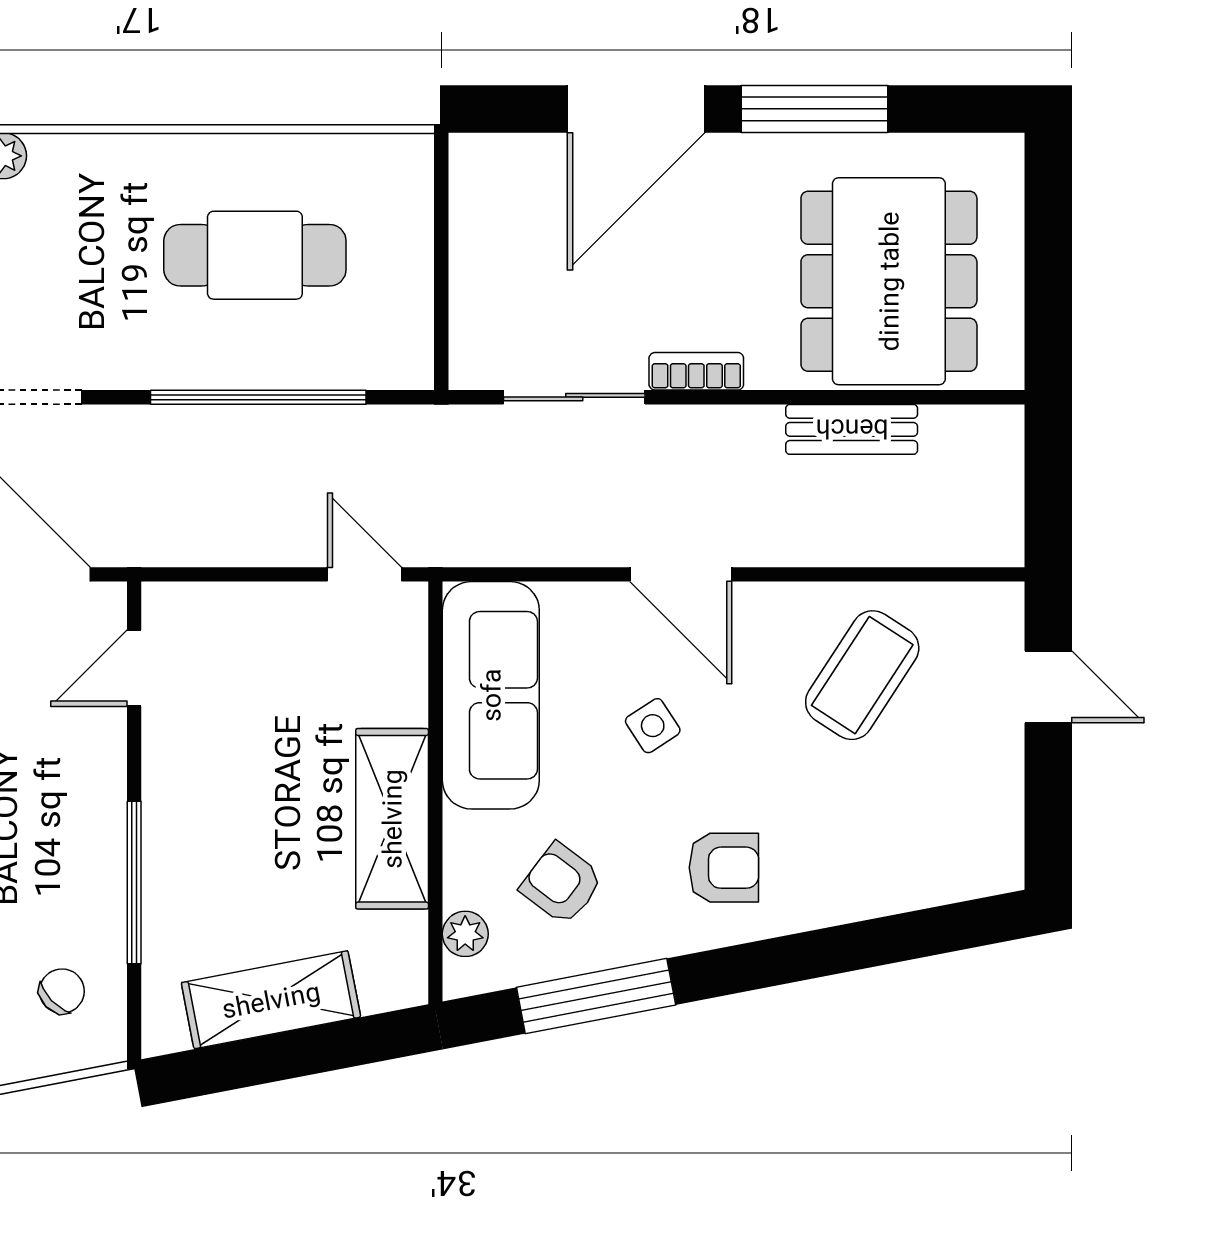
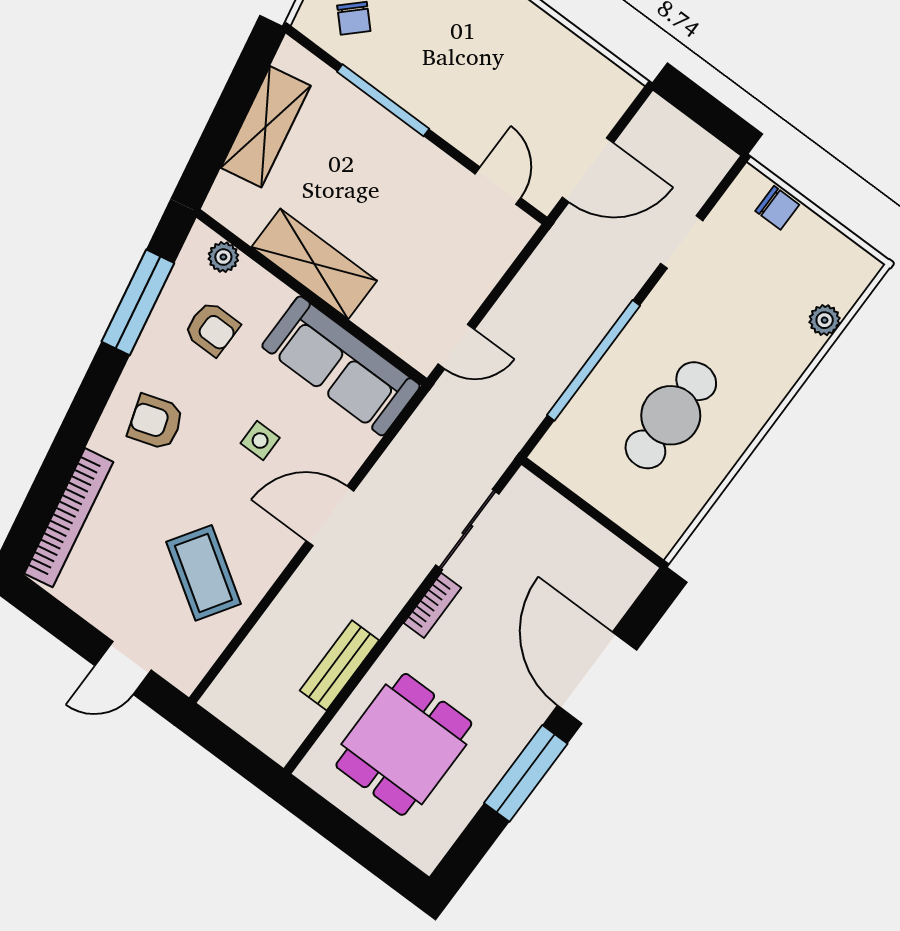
dining table: (889, 281) -> (404, 744), width x0.73
side table: (653, 726) -> (260, 441), turned 33
armchair: (724, 868) -> (156, 422), turned 72
armchair: (562, 884) -> (212, 329), turned 53
bookcase: (916, 886) -> (69, 518), added

